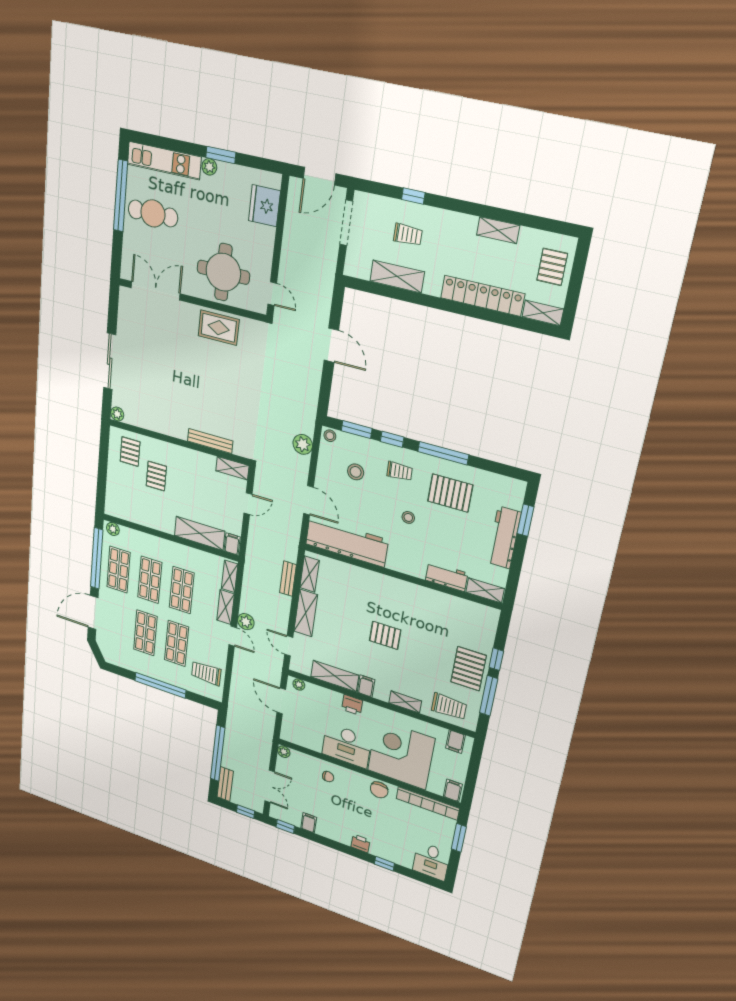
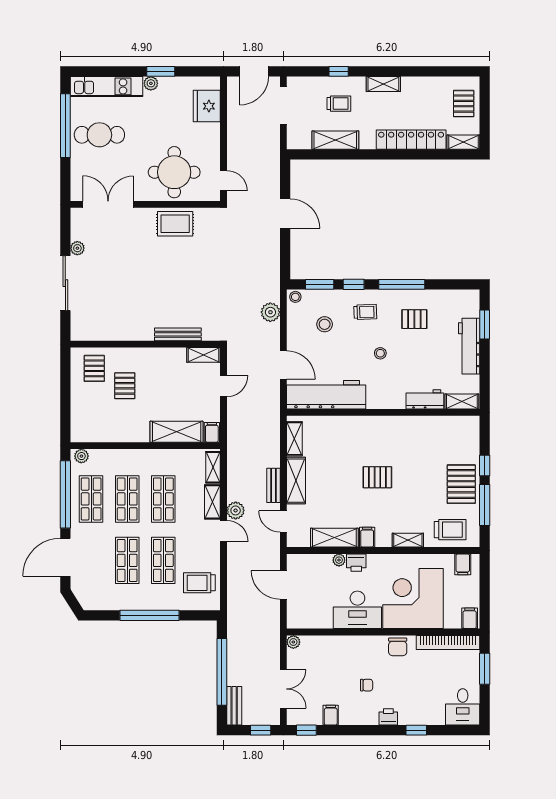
shelving: (498, 230) -> (383, 84), moved
plant: (117, 414) -> (77, 248), moved
pallet: (450, 493) -> (414, 319), width x0.67, depth x0.71
bench: (288, 579) -> (273, 485), moved
plant: (299, 684) -> (339, 560), moved
chair: (328, 777) -> (367, 685), moved

